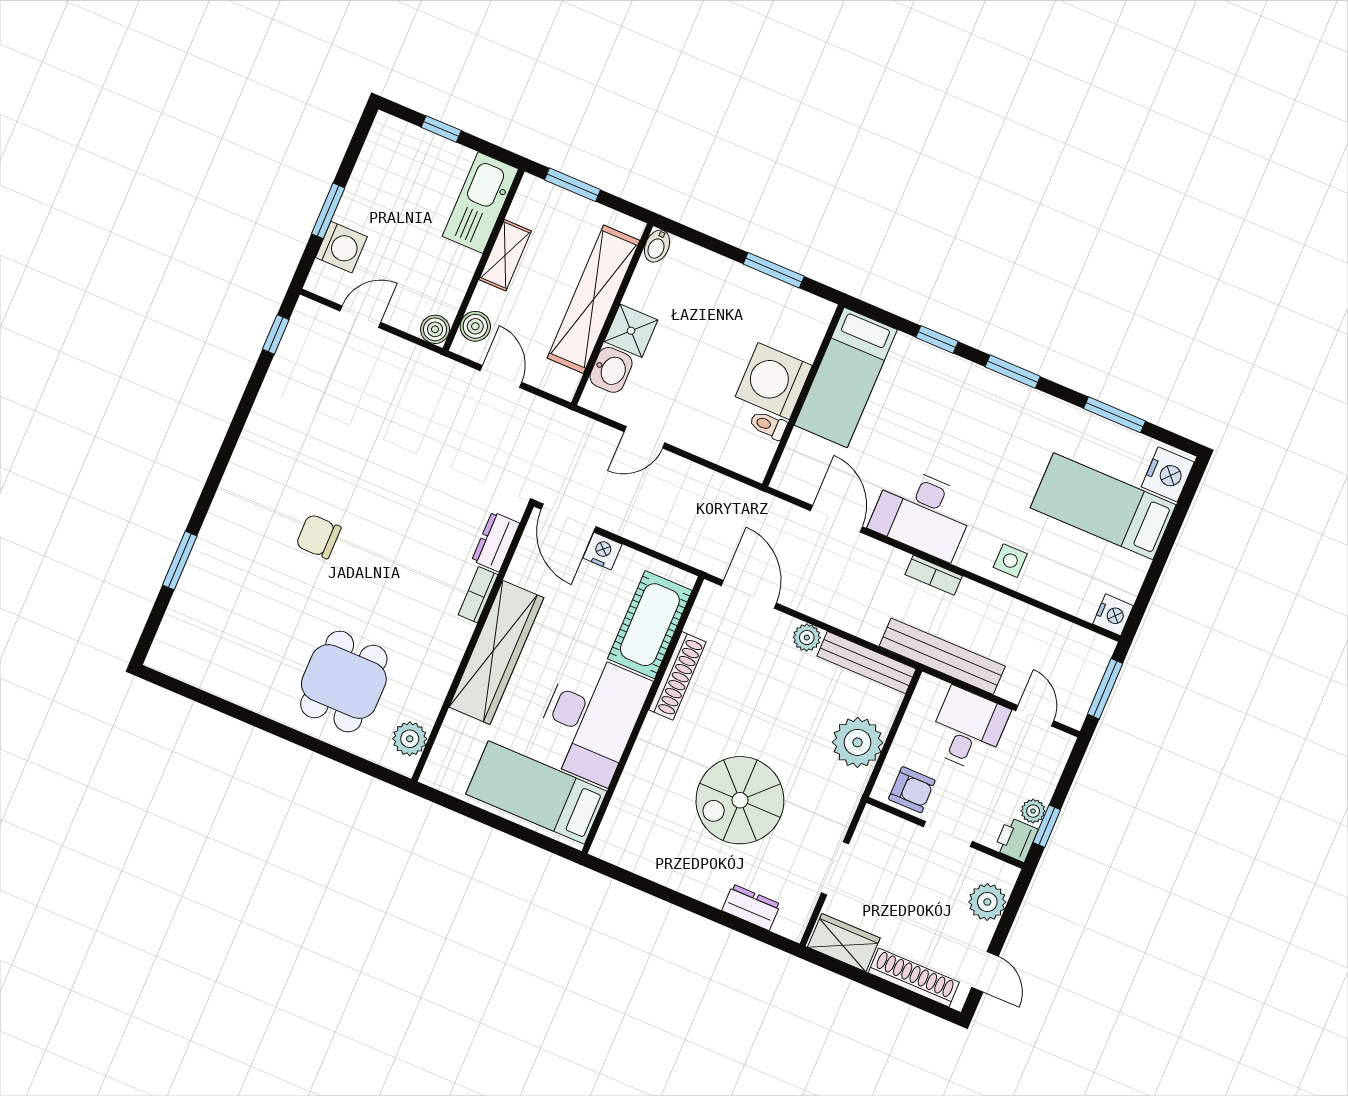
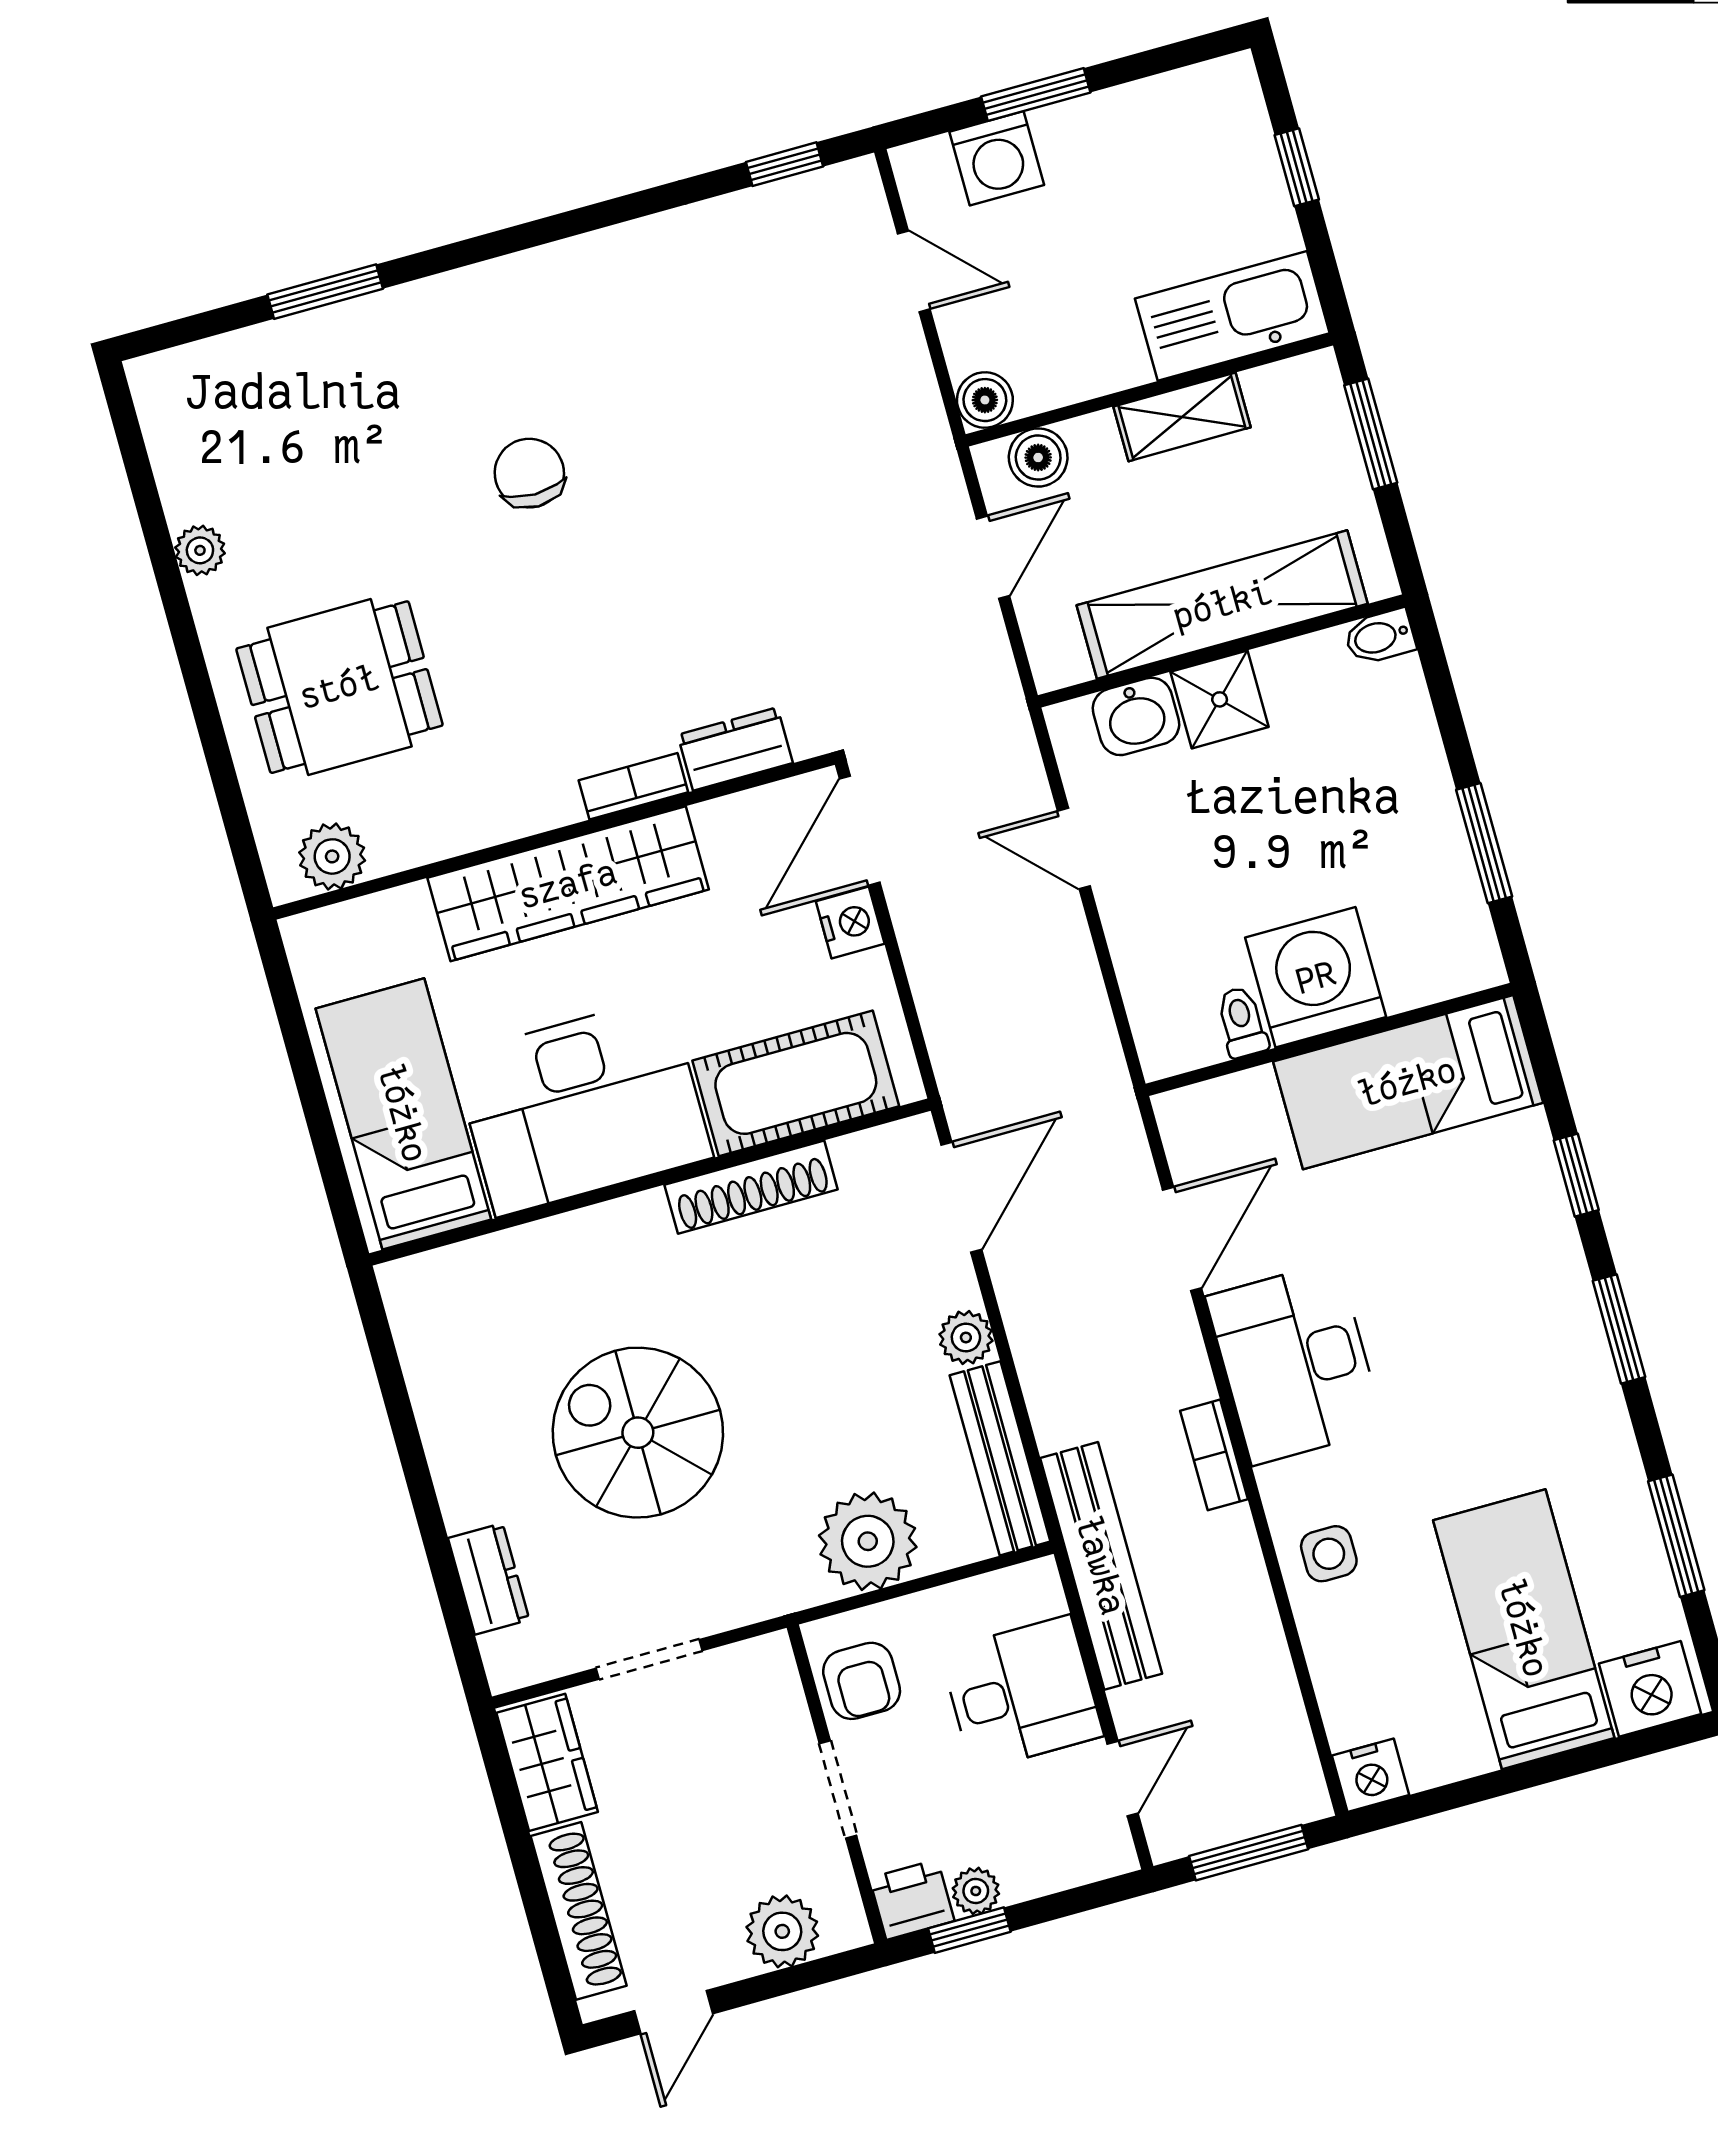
plant: (244, 694) -> (200, 550), added

